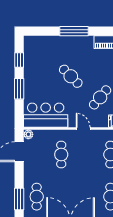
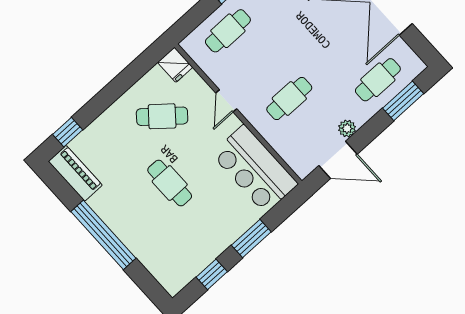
window: (74, 31) -> (103, 235), width x1.46
cafe table: (71, 76) -> (170, 183), turned -45
plant: (28, 134) -> (347, 128), moved

